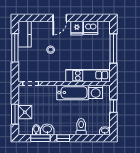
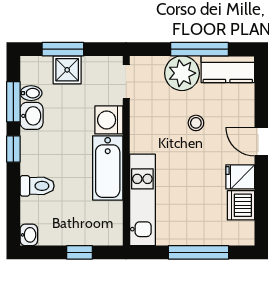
plant: (27, 56) -> (182, 73), added
washing machine: (96, 92) -> (109, 120), moved

